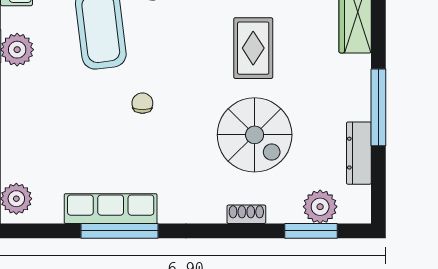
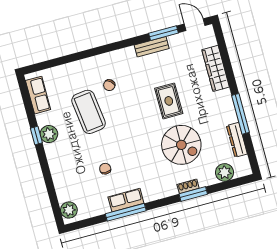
chair: (142, 103) -> (105, 169), moved
row of seats: (111, 209) -> (126, 200), width x0.68
window: (311, 231) -> (193, 194), moved

